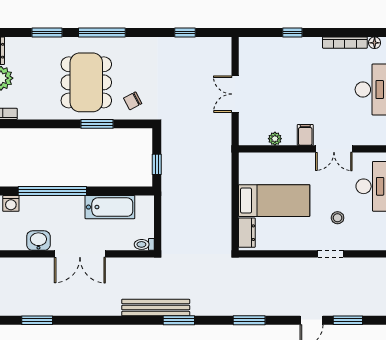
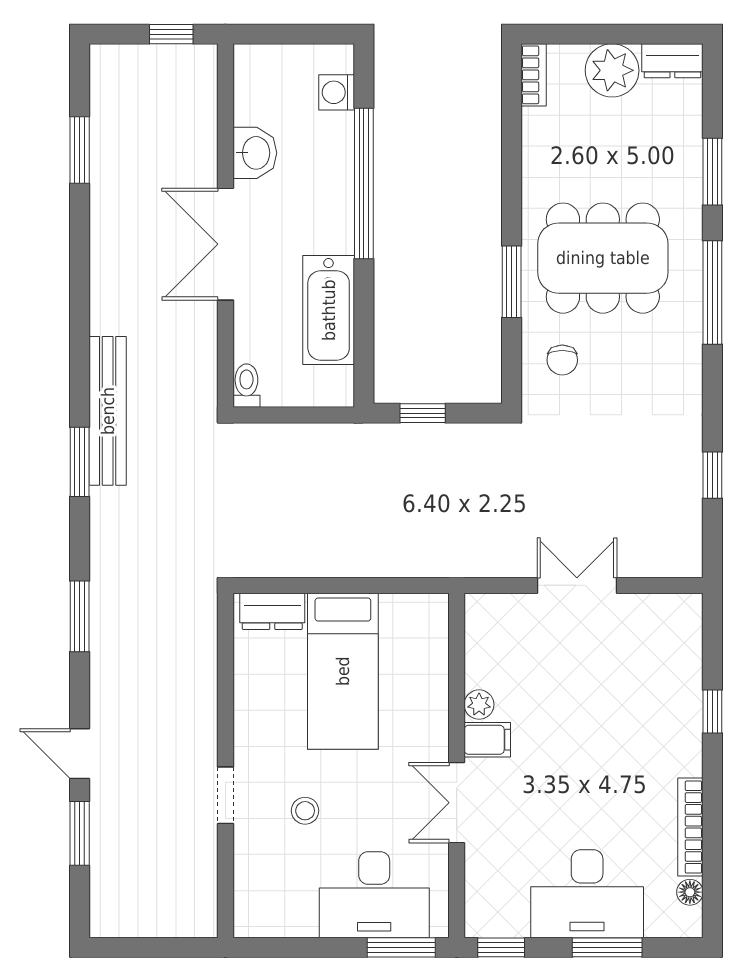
chair: (133, 101) -> (562, 360), turned -152
plant: (275, 139) -> (479, 705), moved

